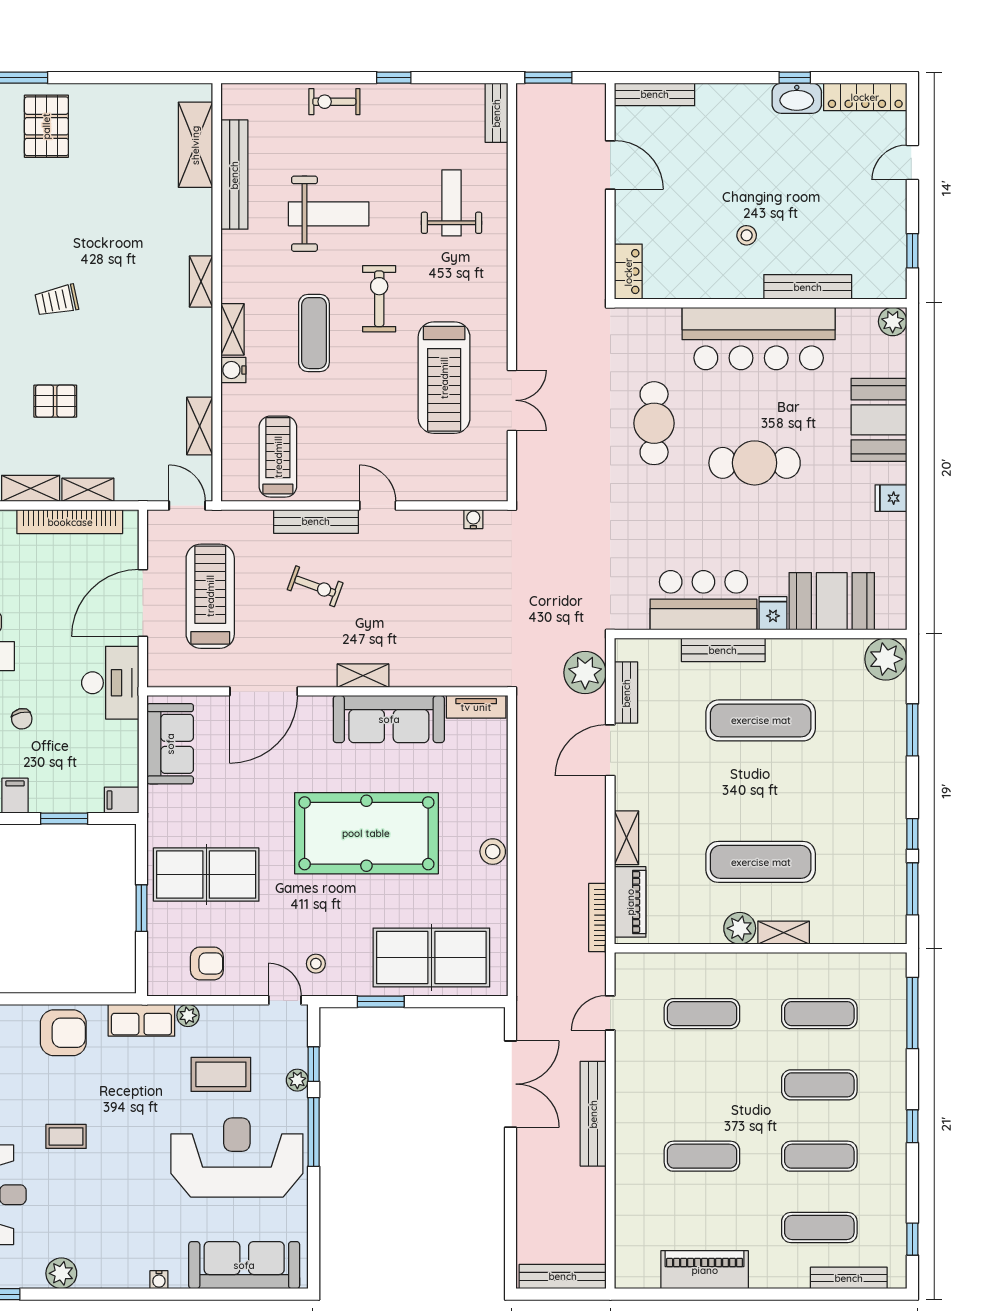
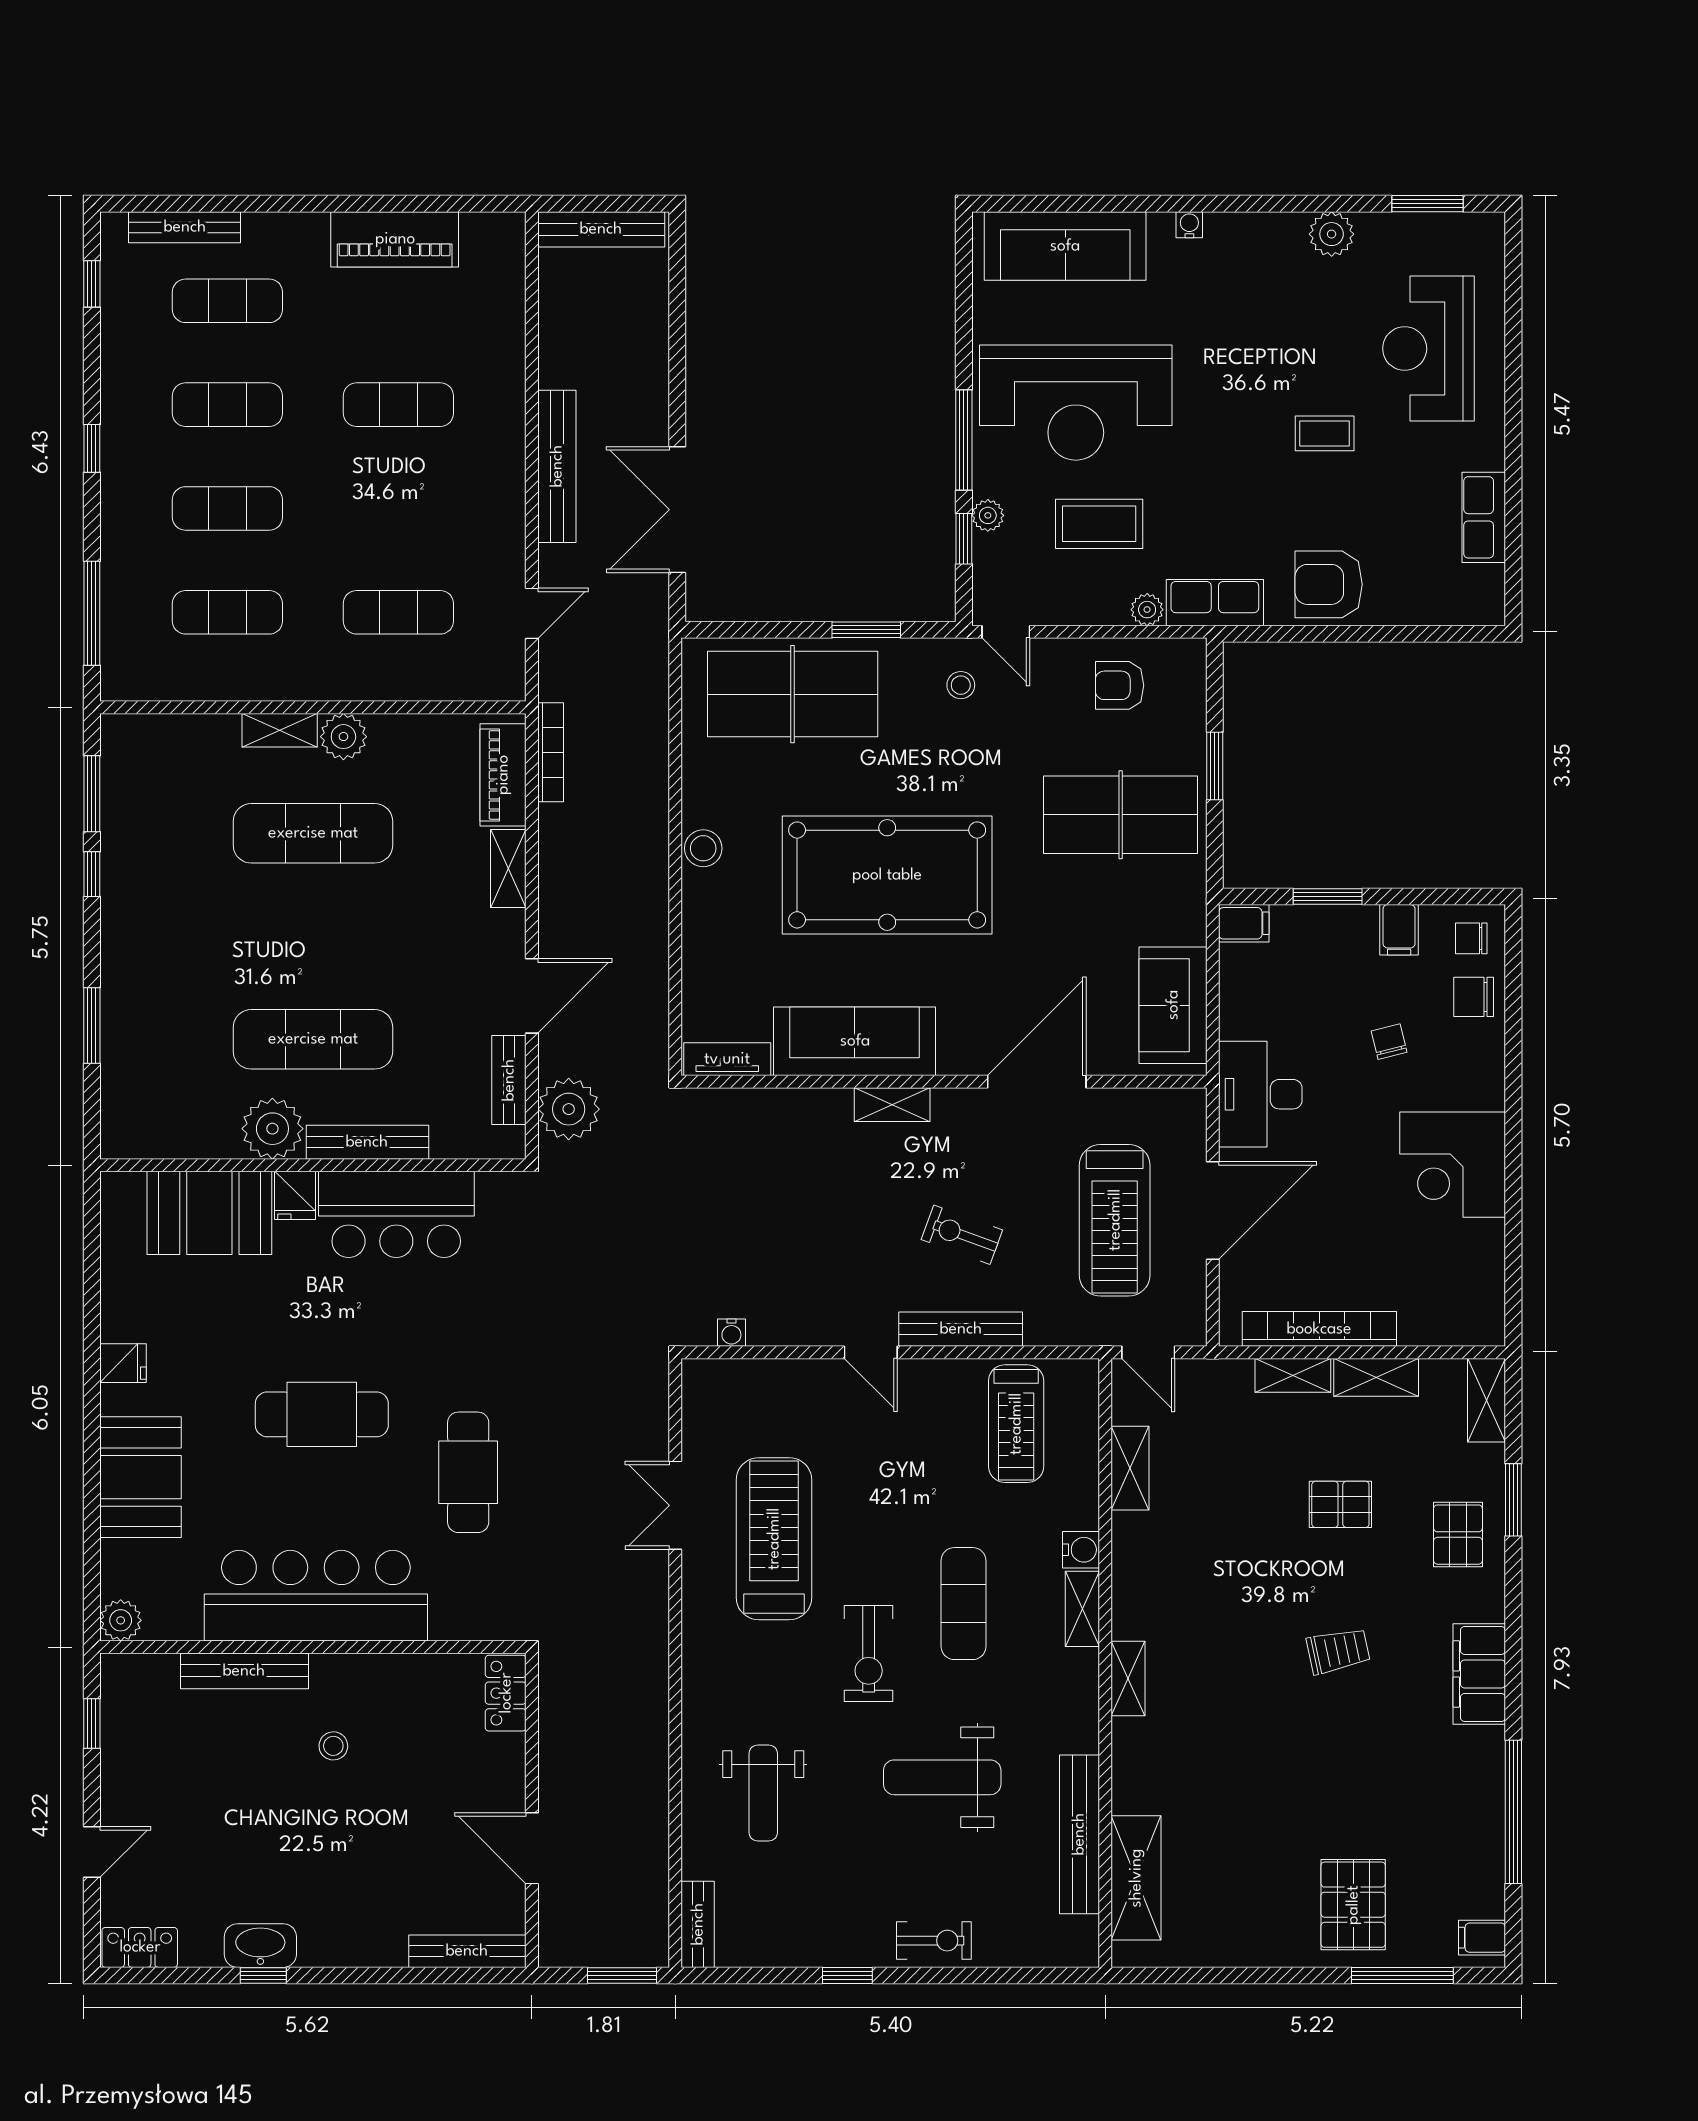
locker: (865, 97) -> (140, 1947), width x0.66
plant: (886, 659) -> (272, 1129), moved

